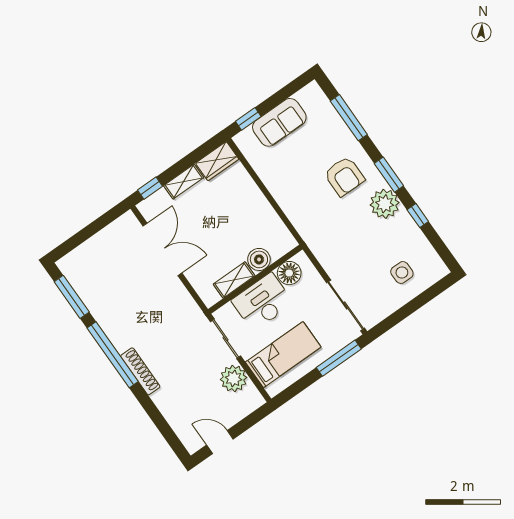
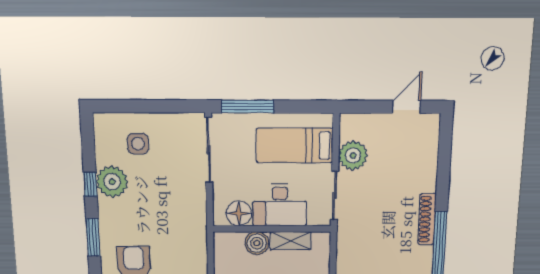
plant: (385, 204) -> (112, 182), moved
door: (220, 442) -> (406, 107), swing flipped

